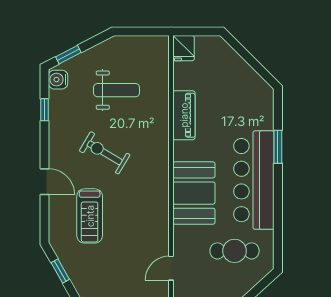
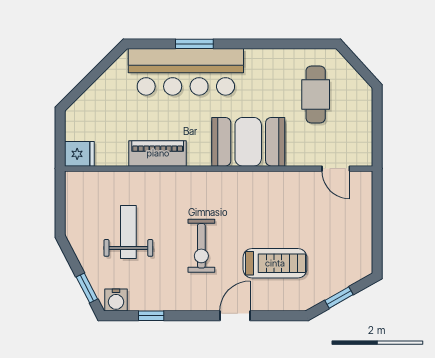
exercise bike: (105, 153) -> (201, 246), turned -31
bar counter: (254, 180) -> (186, 72), moved

